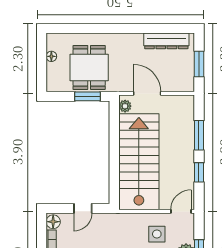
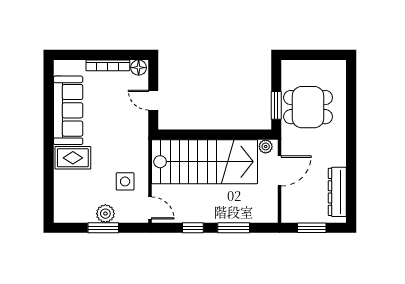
floor lamp: (51, 56) -> (320, 66), removed

